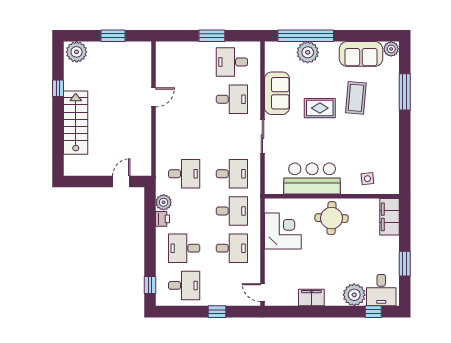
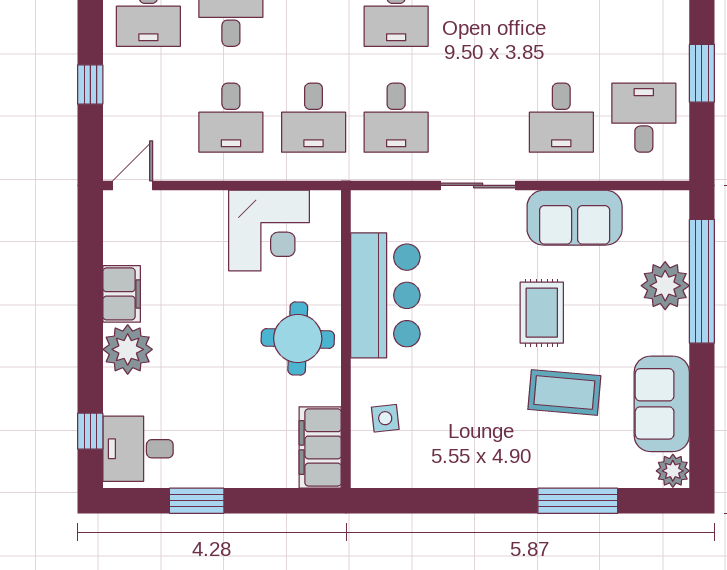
filing cabinet: (389, 217) -> (320, 447), moved, turned -90
plant: (354, 295) -> (128, 349), moved

